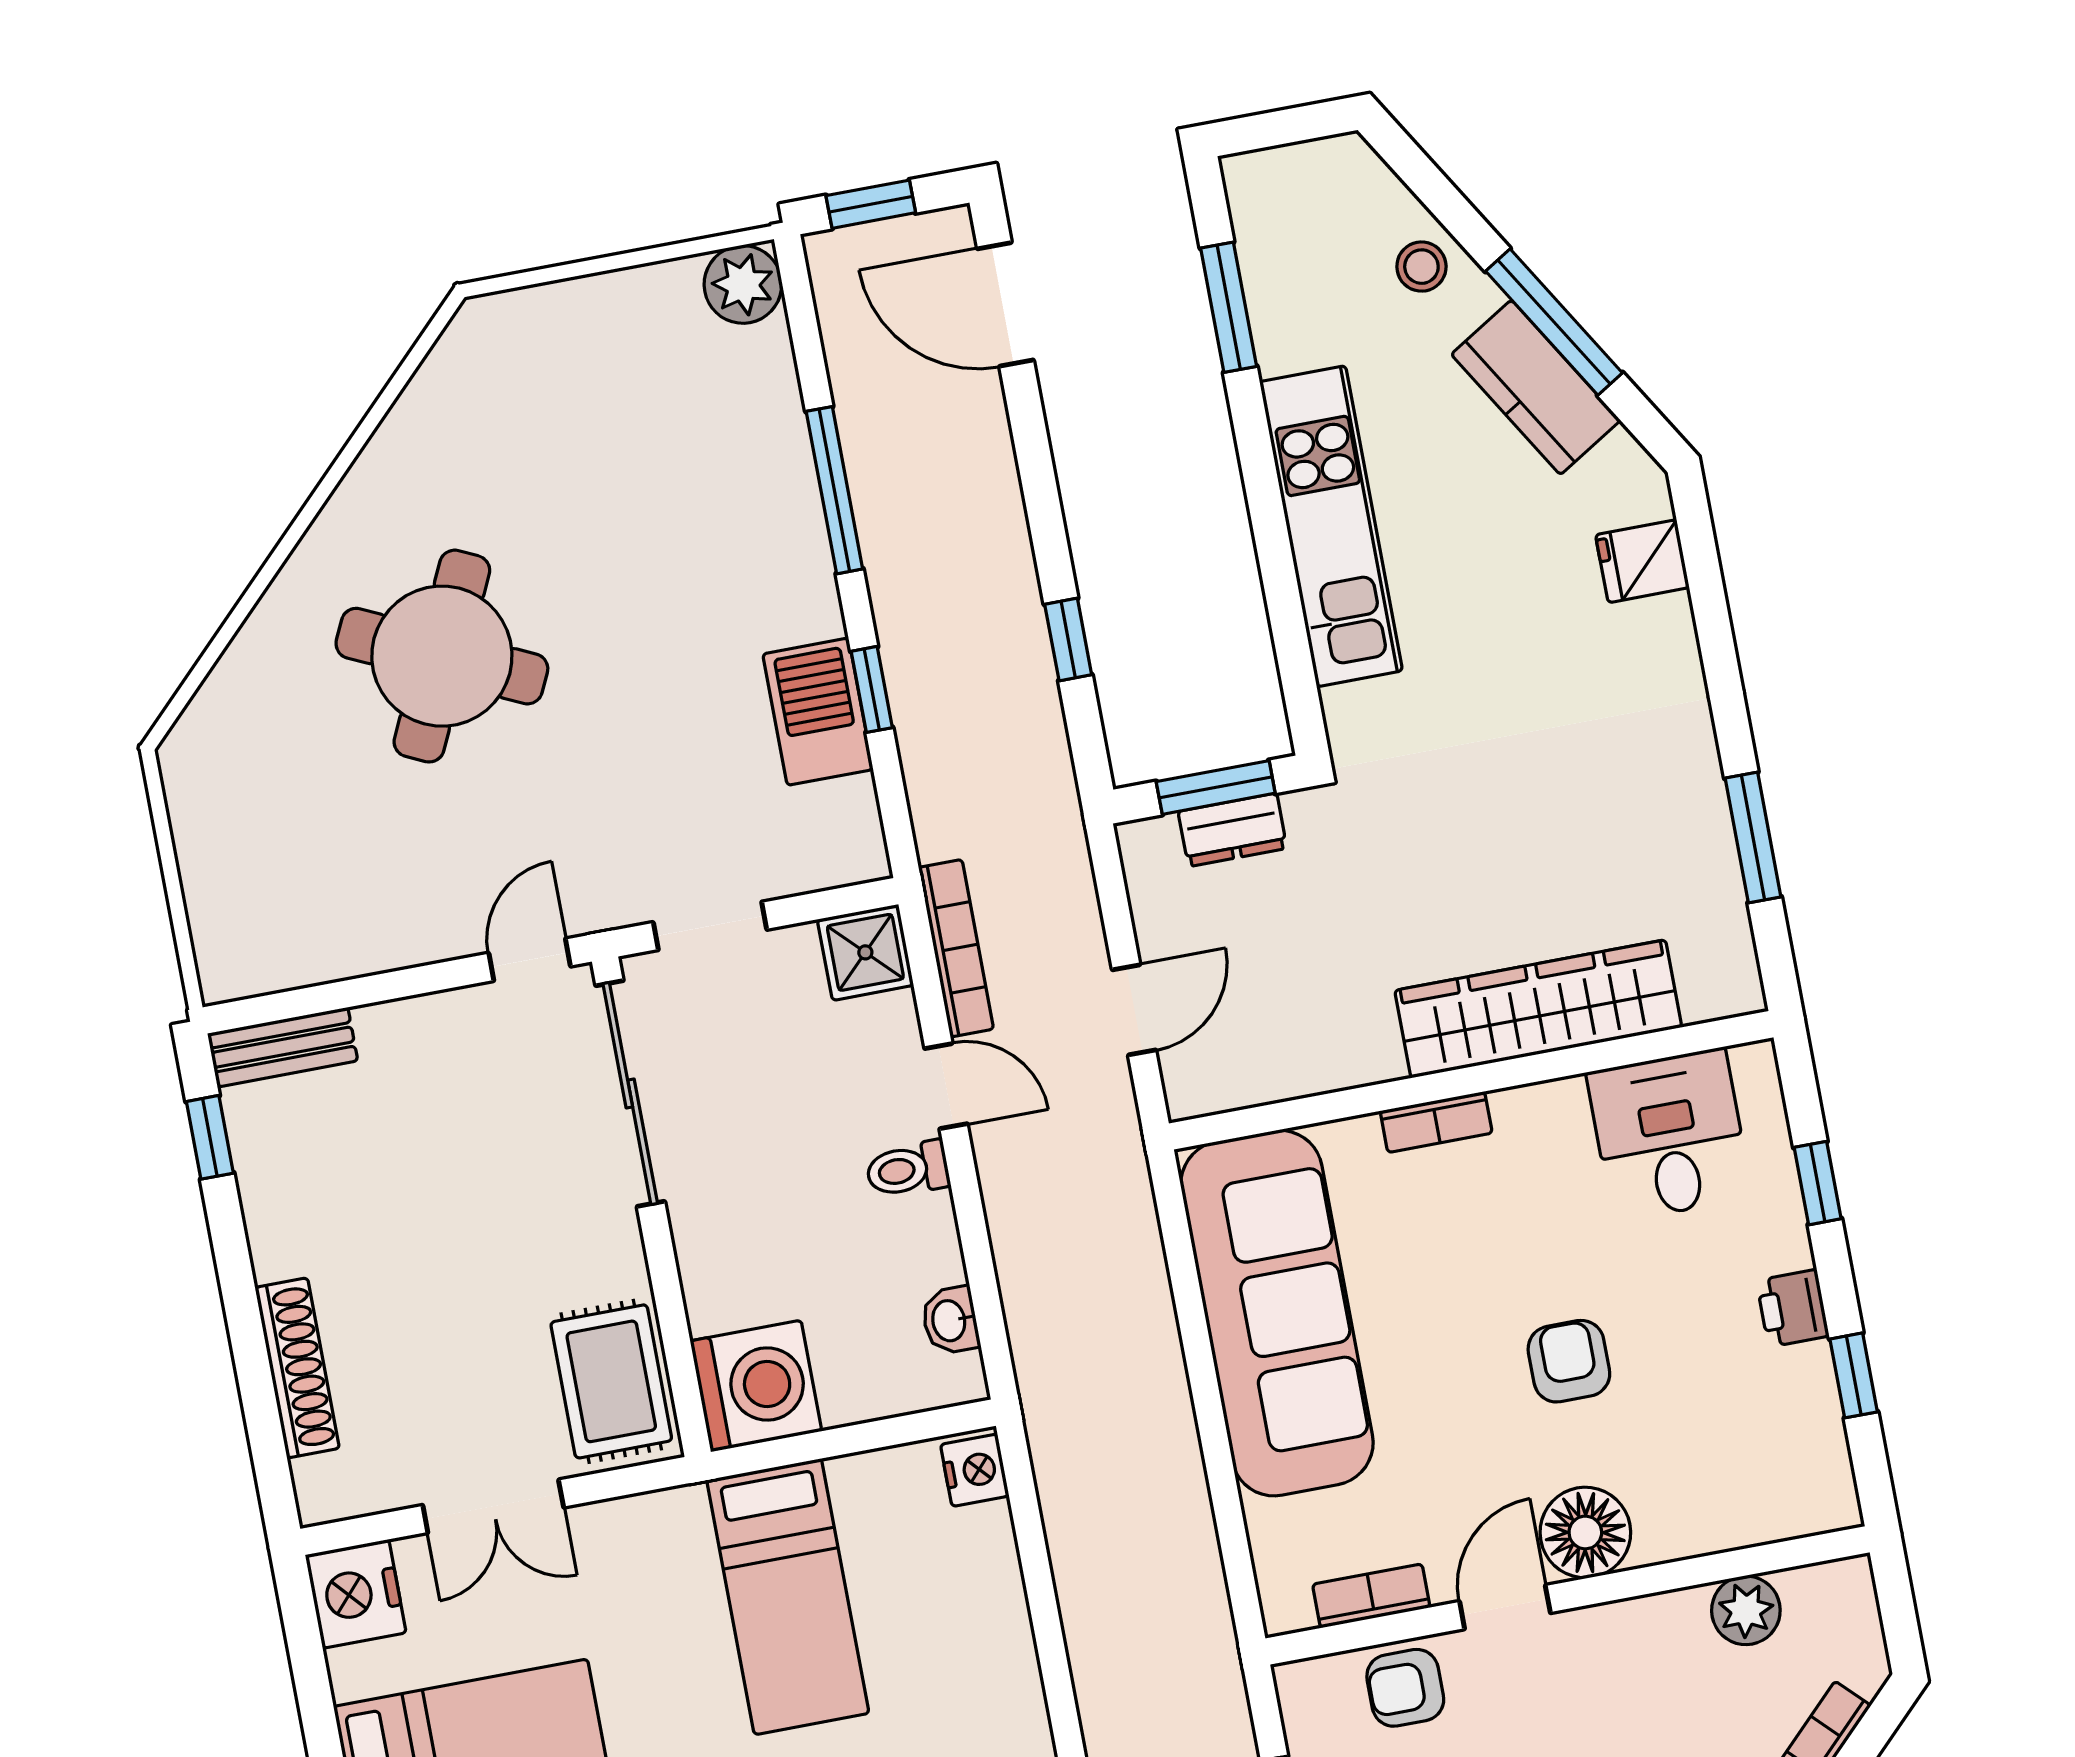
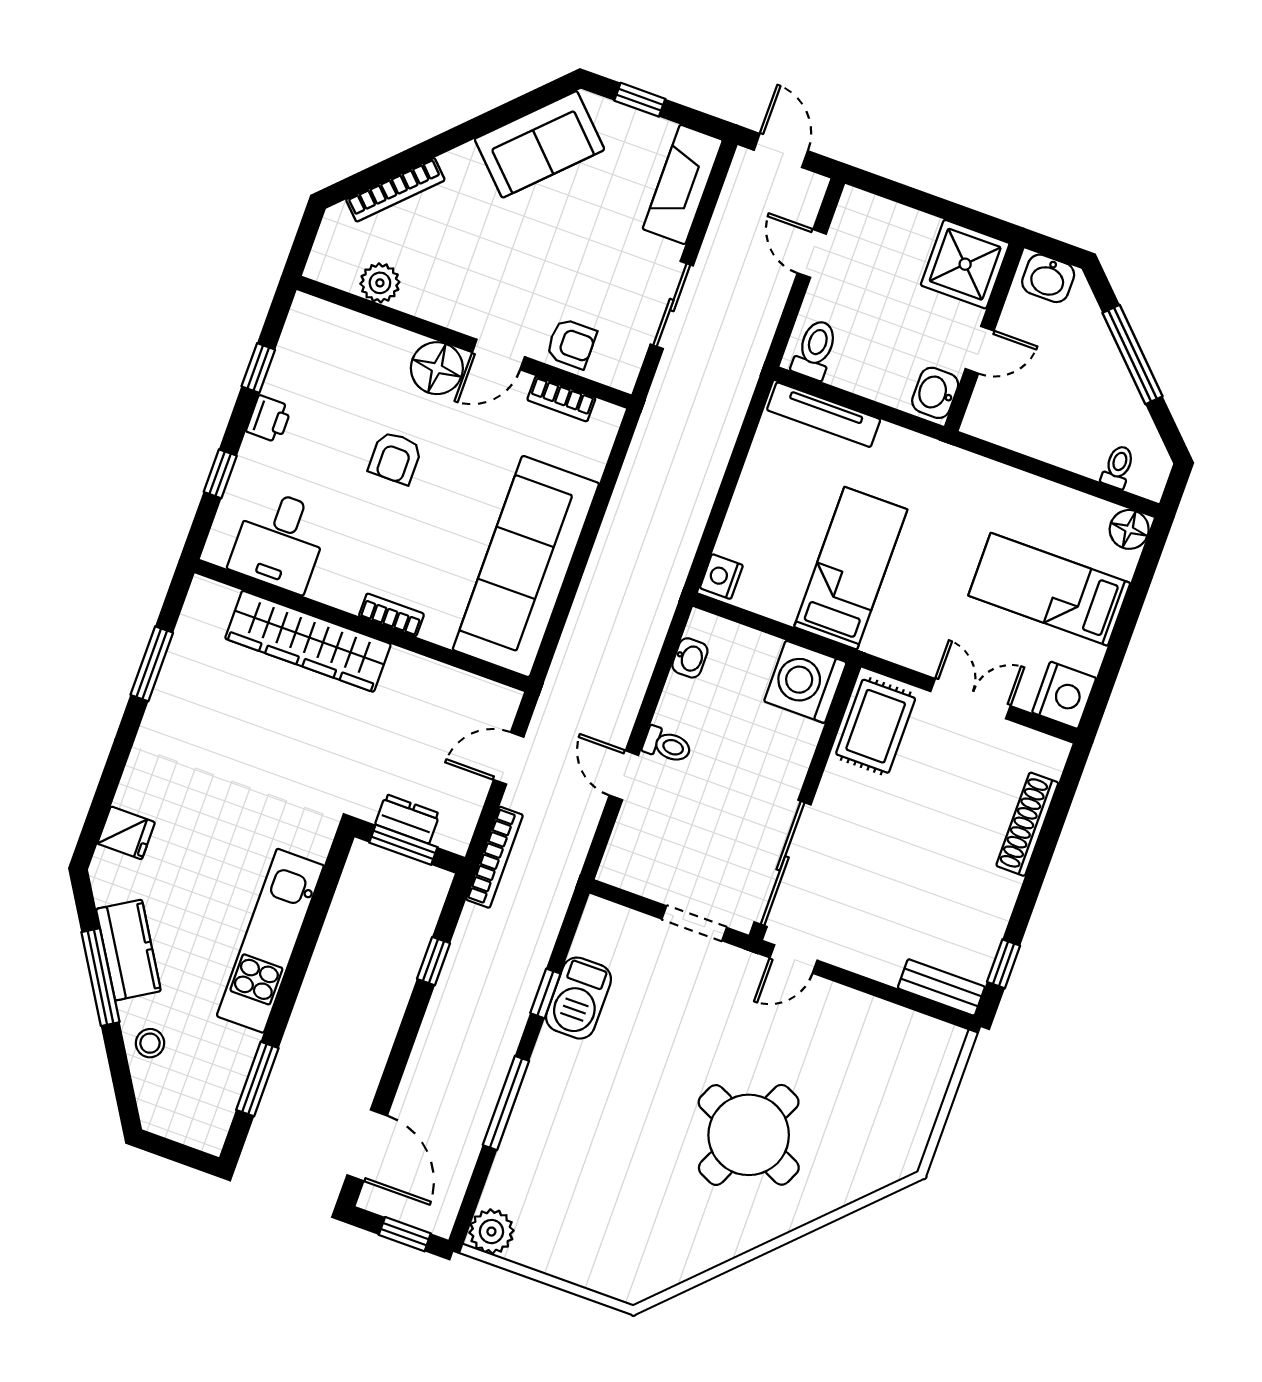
bookcase: (956, 948) -> (495, 857), moved, turned 180
shower: (865, 952) -> (625, 865), removed

